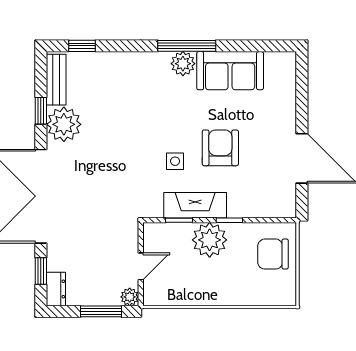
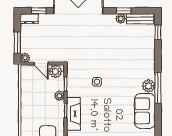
plant: (64, 124) -> (121, 19), width x0.53, depth x0.53
armchair: (220, 148) -> (104, 106), removed
fireplace: (195, 205) -> (74, 114), moved
plant: (155, 240) -> (55, 71), added
plant: (210, 240) -> (59, 96), width x0.53, depth x0.53

